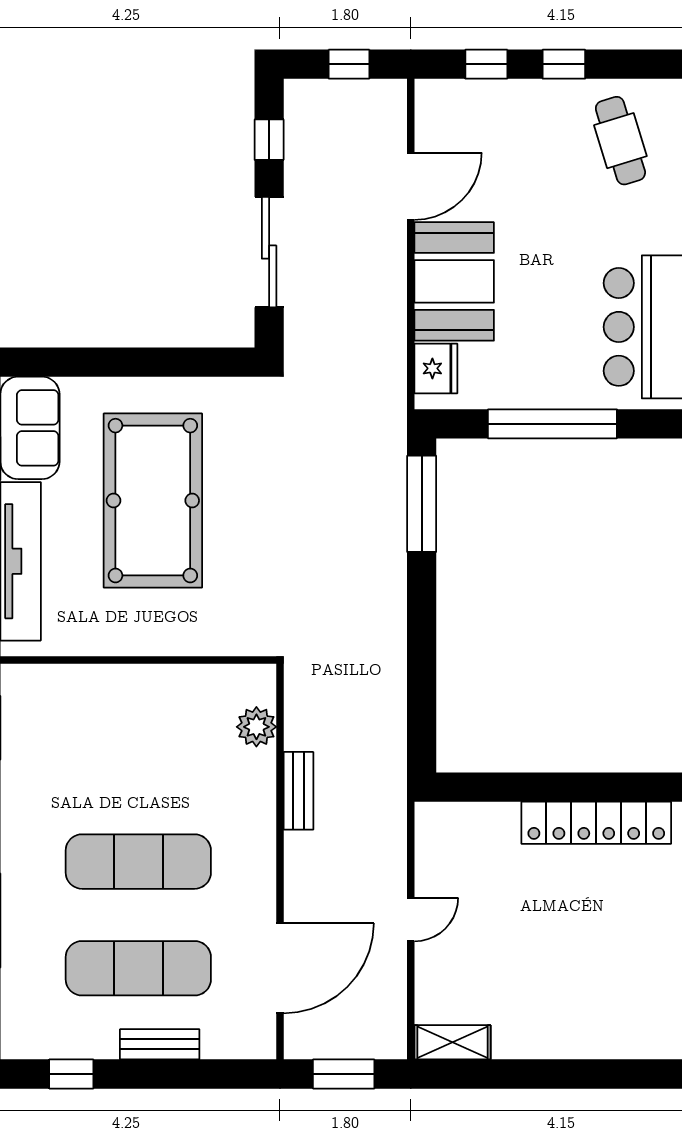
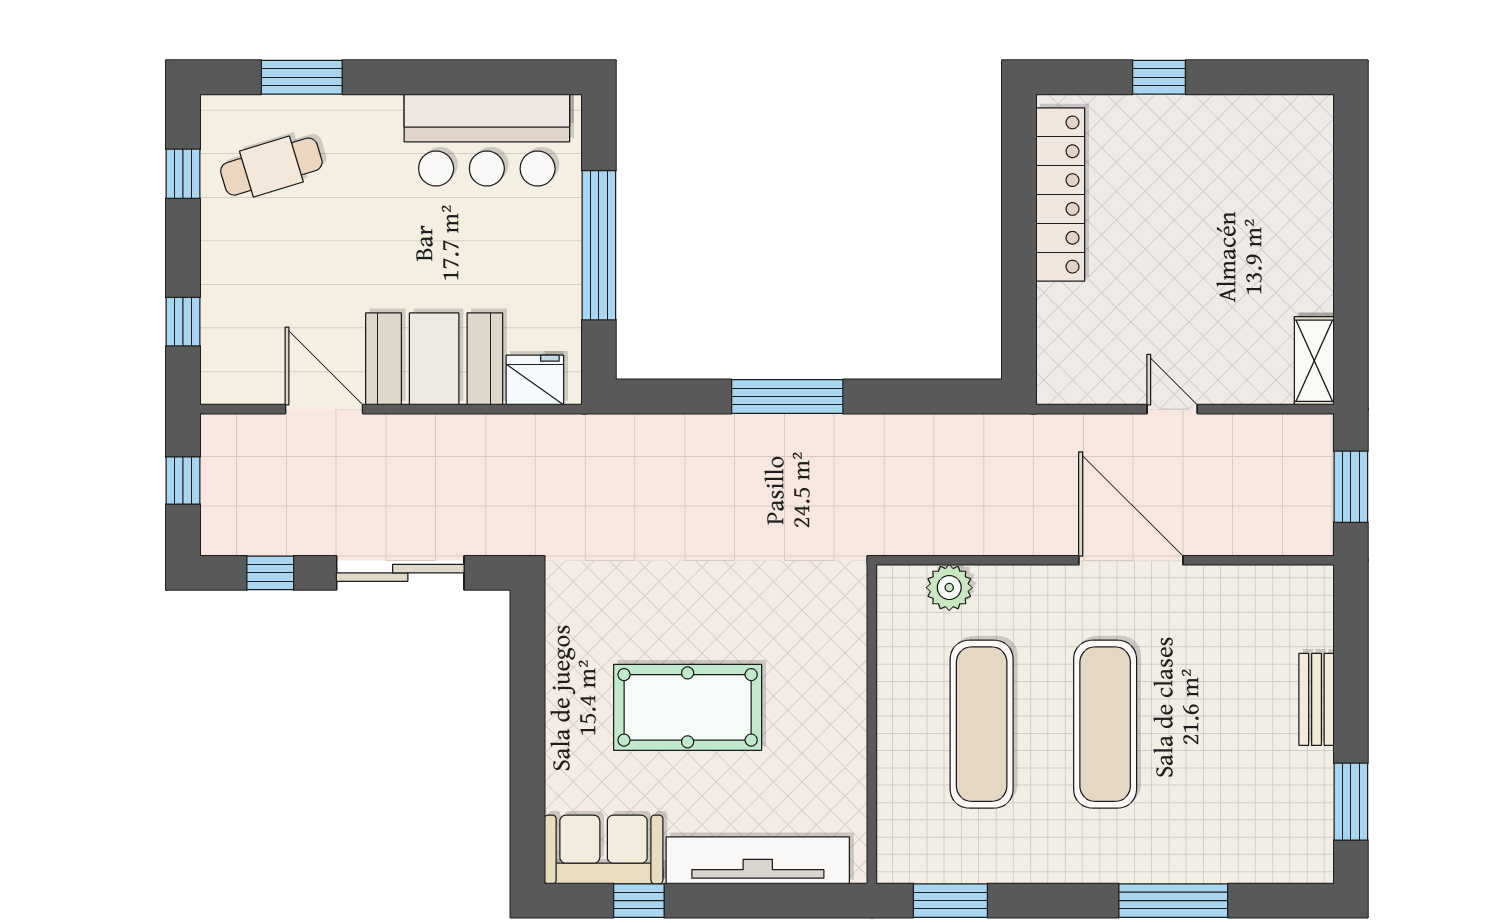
window: (564, 64) -> (183, 174), moved
pool table: (153, 501) -> (688, 707), width x0.73, depth x0.76
window: (422, 504) -> (787, 396), moved
bench: (298, 791) -> (1023, 539), removed
exercise mat: (138, 968) -> (982, 724), moved
door: (280, 968) -> (1131, 560), moved
window: (71, 1074) -> (1351, 802), width x1.50

